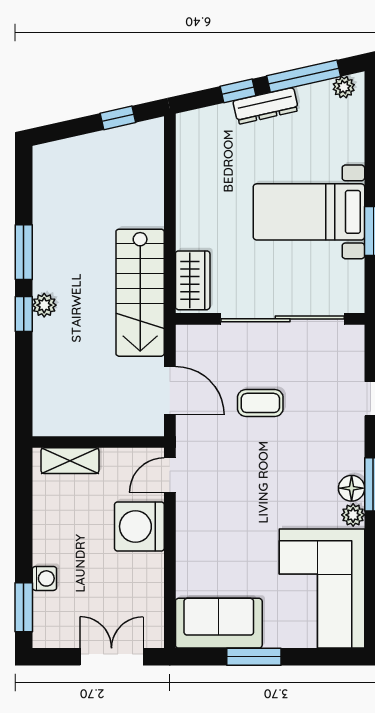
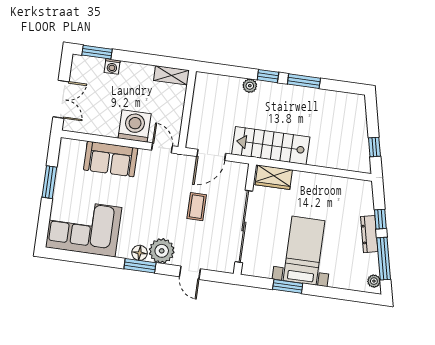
plant: (44, 305) -> (250, 86), moved
shelving: (70, 461) -> (171, 75), moved, turned 90
plant: (353, 515) -> (162, 251), moved, width x1.88, depth x1.88
sofa: (219, 623) -> (111, 159), moved, turned 90

